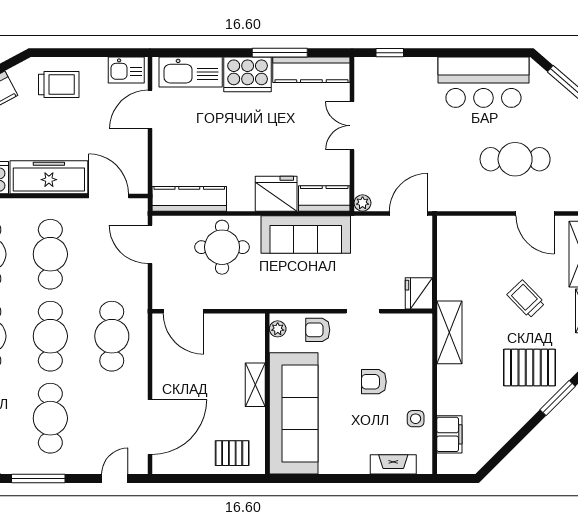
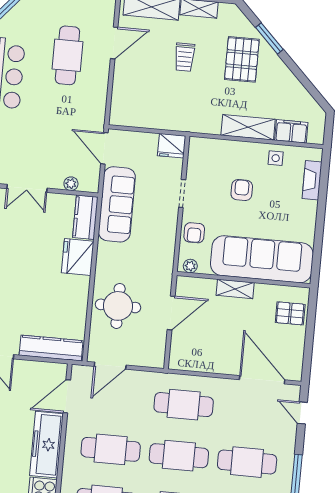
kitchen counter: (189, 199) -> (51, 348), moved, turned 90
plant: (363, 203) -> (71, 184), moved
sofa: (306, 235) -> (117, 204), moved
trolley: (526, 299) -> (185, 57), turned -46
door: (183, 311) -> (171, 313), moved
shelving: (449, 332) -> (248, 127), moved
armchair: (374, 382) -> (242, 190), turned 180
pallet: (232, 453) -> (290, 313), turned 90

